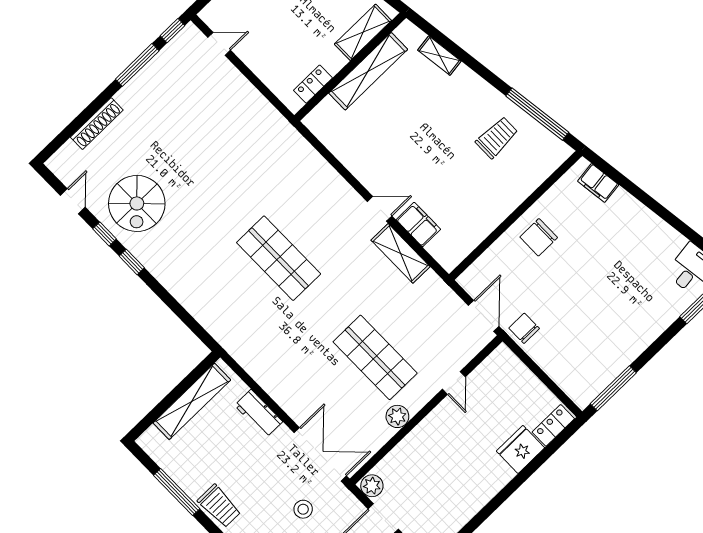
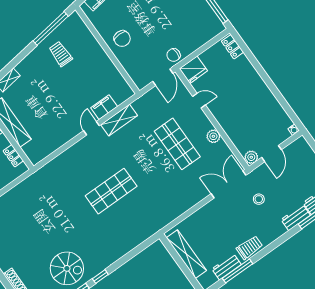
door: (484, 316) -> (163, 77), swing flipped
shop shelf: (375, 357) -> (177, 144), turned 90
workbench: (258, 413) -> (226, 267), moved, turned 180
fridge: (521, 449) -> (193, 70), moved, turned -90

